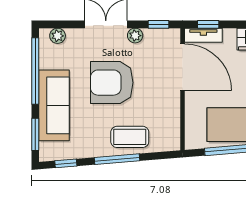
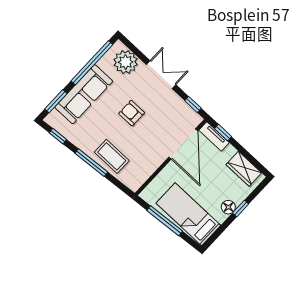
plant: (58, 36) -> (126, 62), width x1.87, depth x1.87
plant: (135, 36) -> (172, 98), removed
armchair: (112, 83) -> (132, 113), width x0.53, depth x0.53

